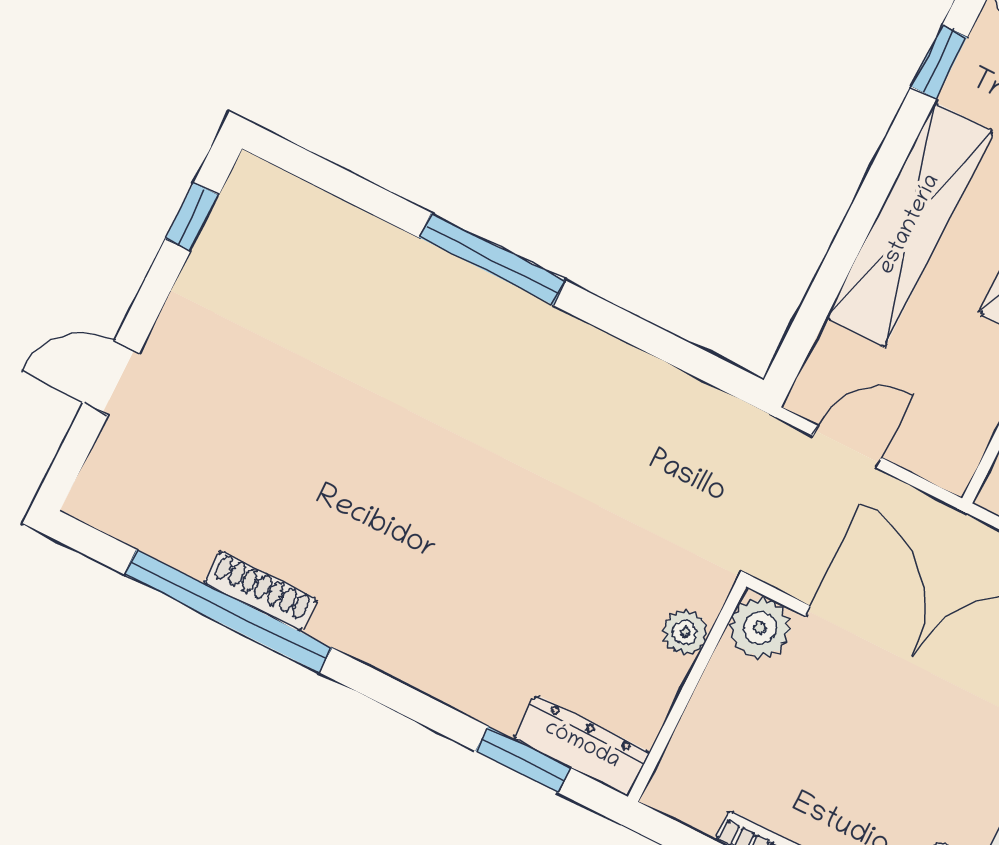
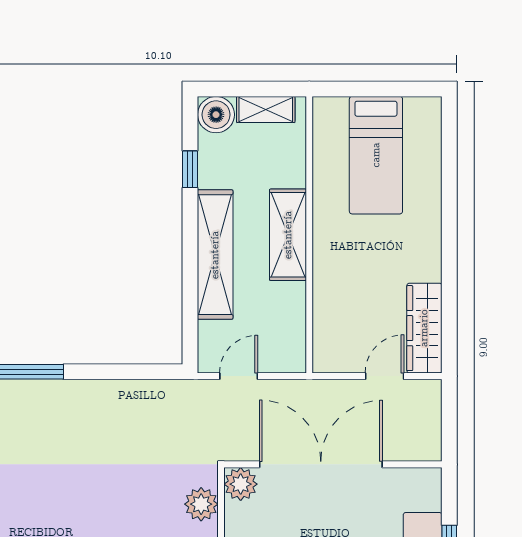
plant: (685, 632) -> (201, 504), width x1.38, depth x1.38

